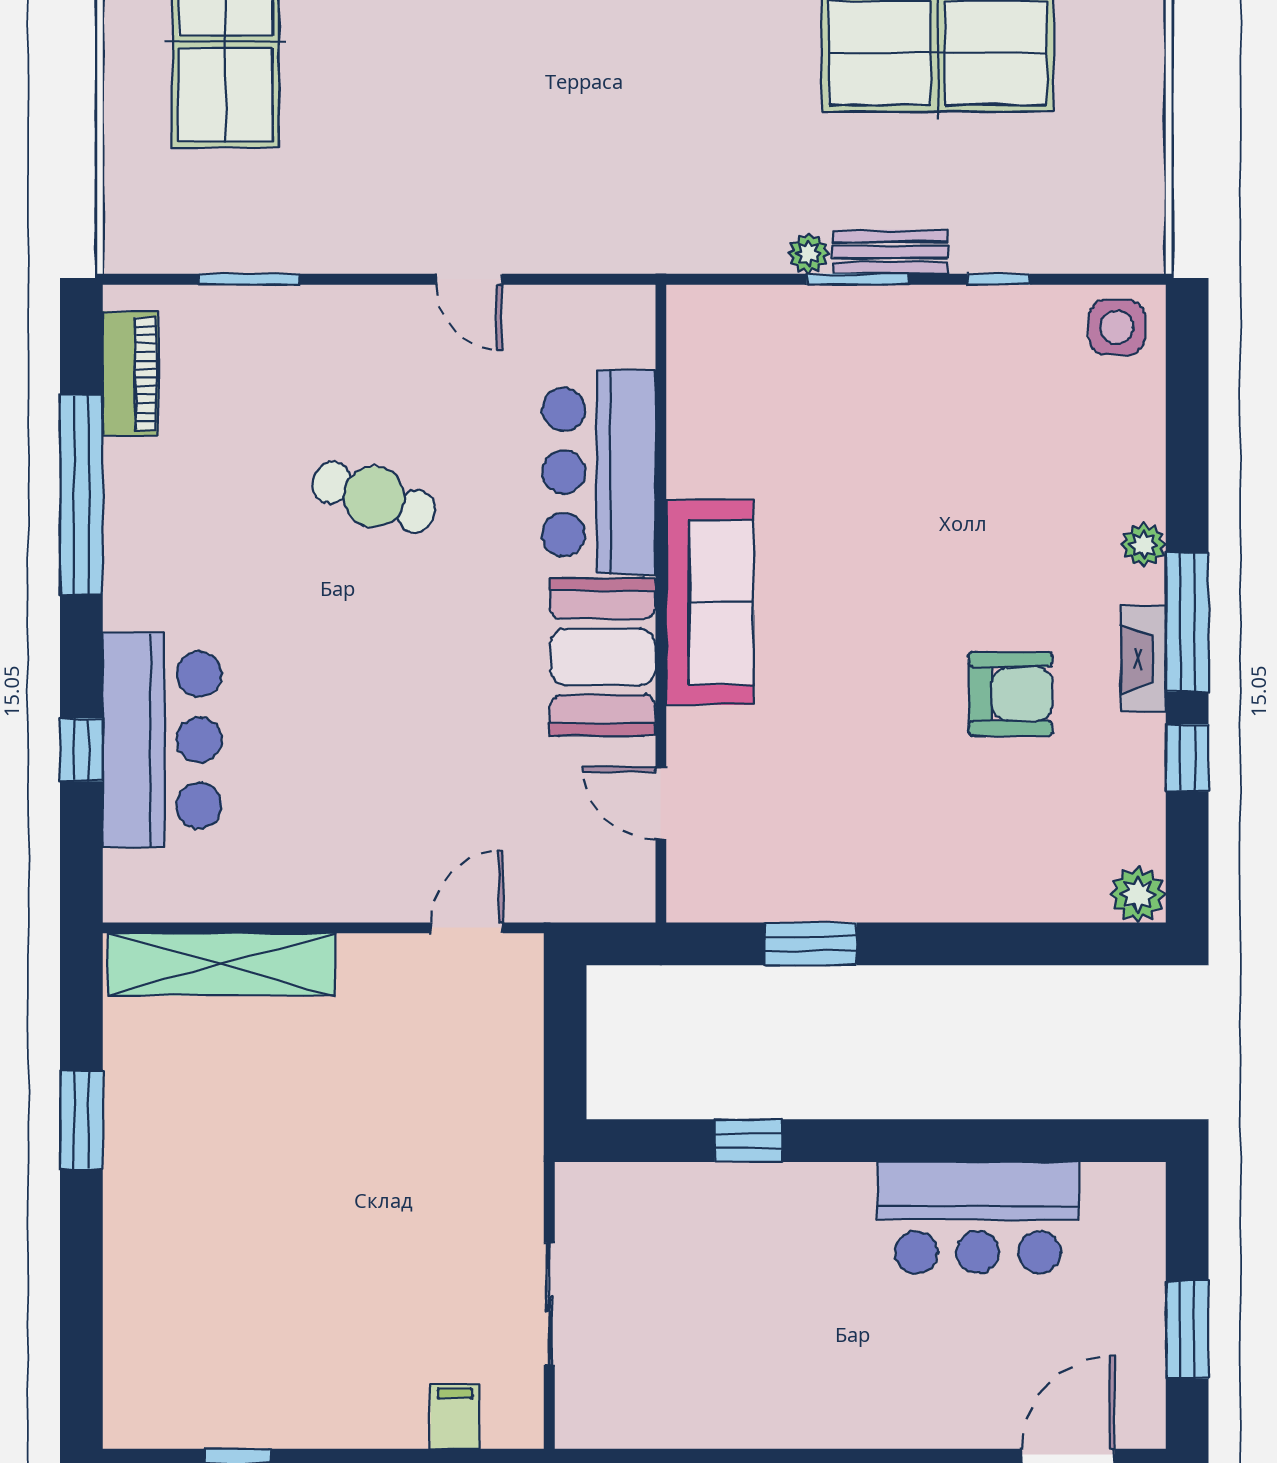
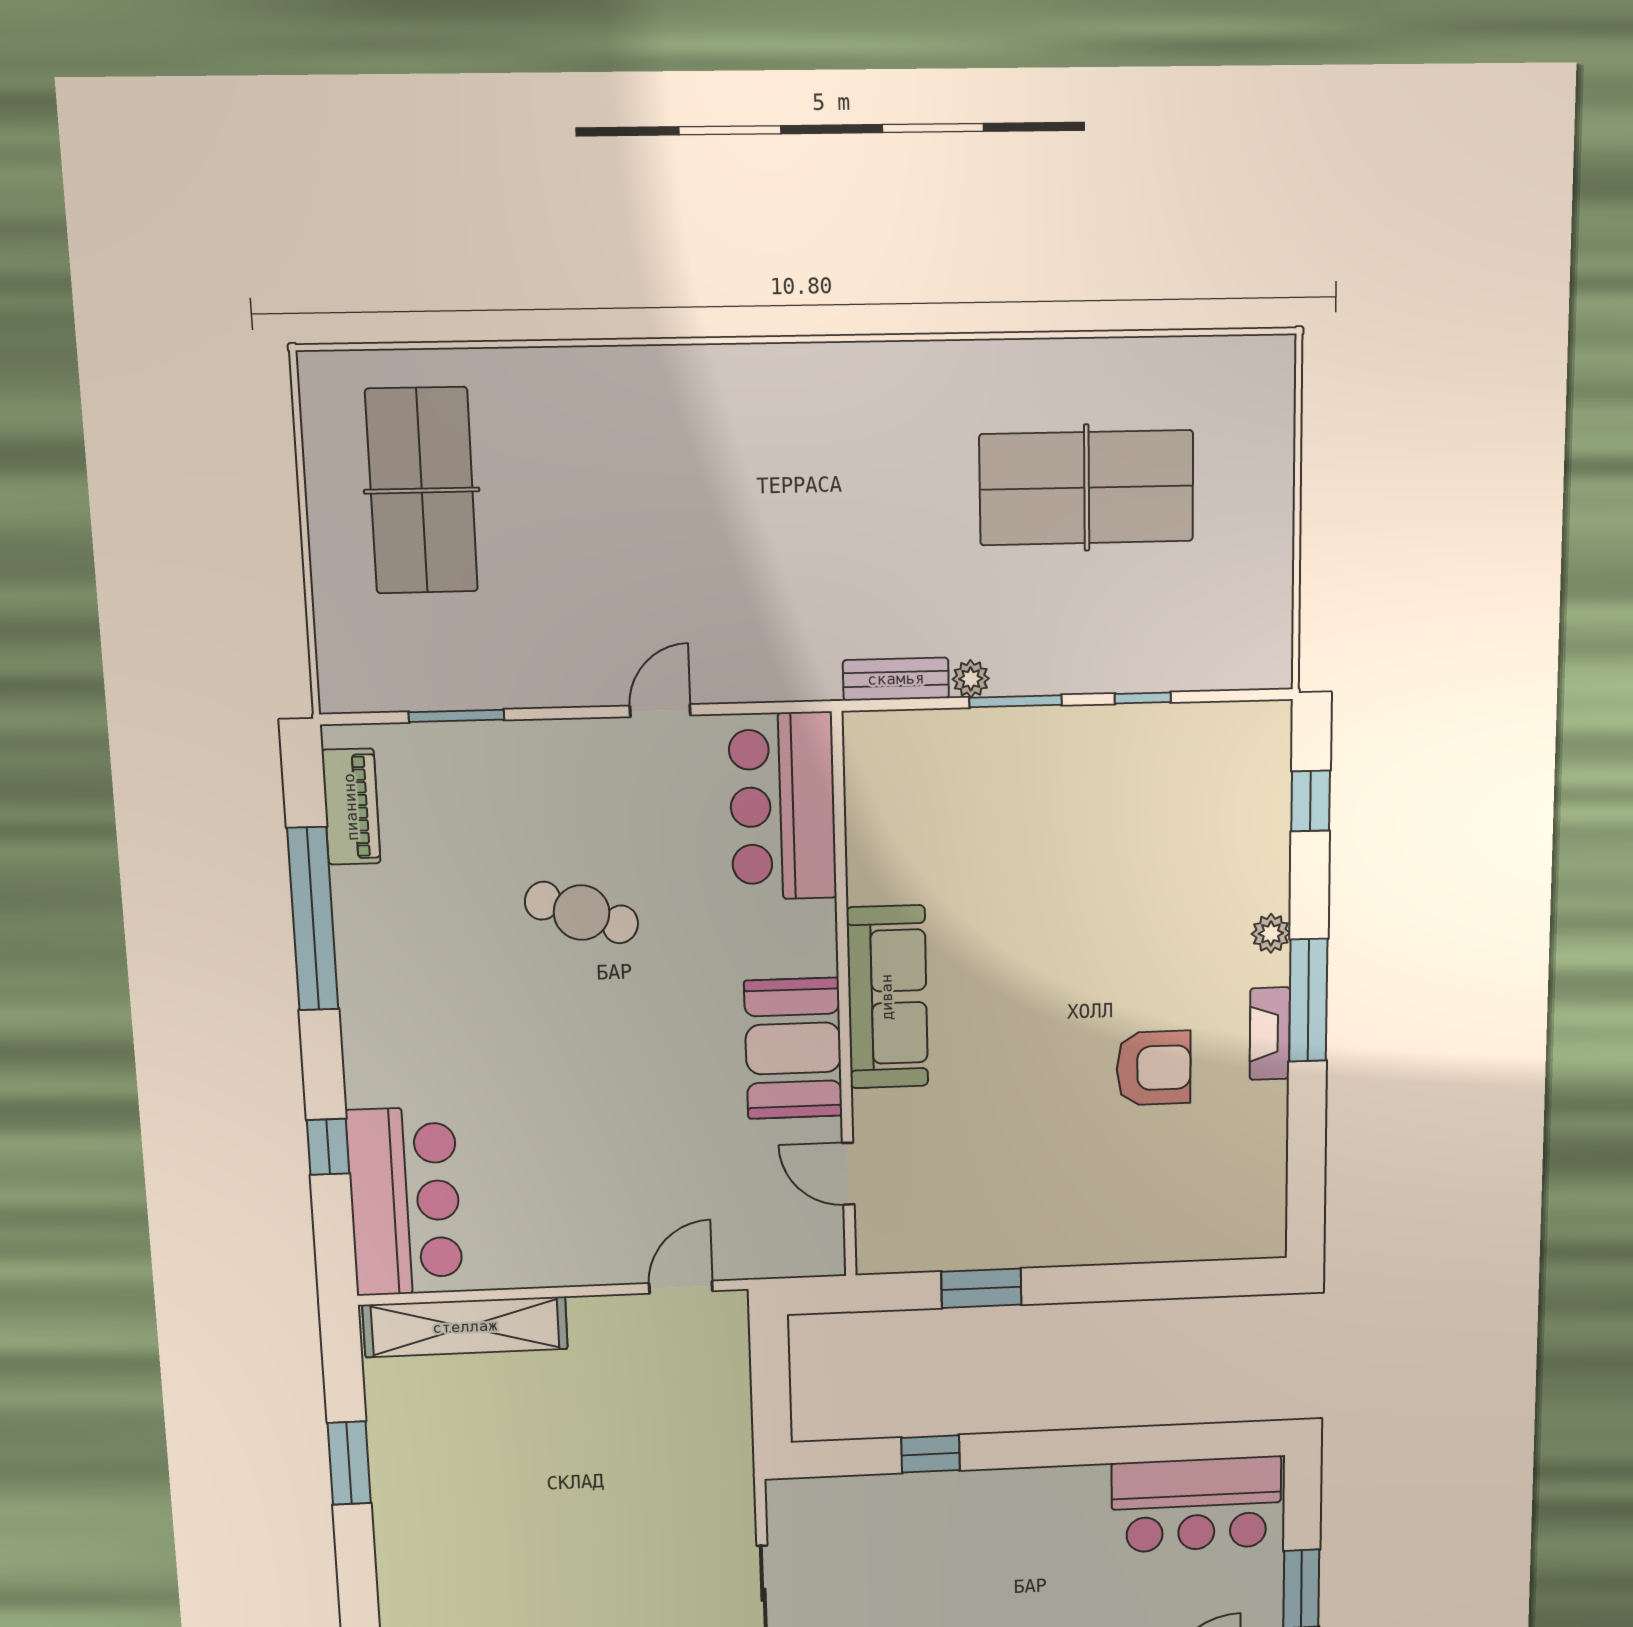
bench: (891, 252) -> (896, 679), moved
door: (469, 279) -> (660, 711), swing flipped
side table: (1117, 327) -> (1249, 739), removed
bar counter: (599, 472) -> (783, 806), moved
bar counter: (162, 740) -> (405, 1201), moved
window: (1187, 758) -> (1311, 801), moved
plant: (1138, 894) -> (1263, 1235), removed
bar counter: (978, 1218) -> (1196, 1504), moved

